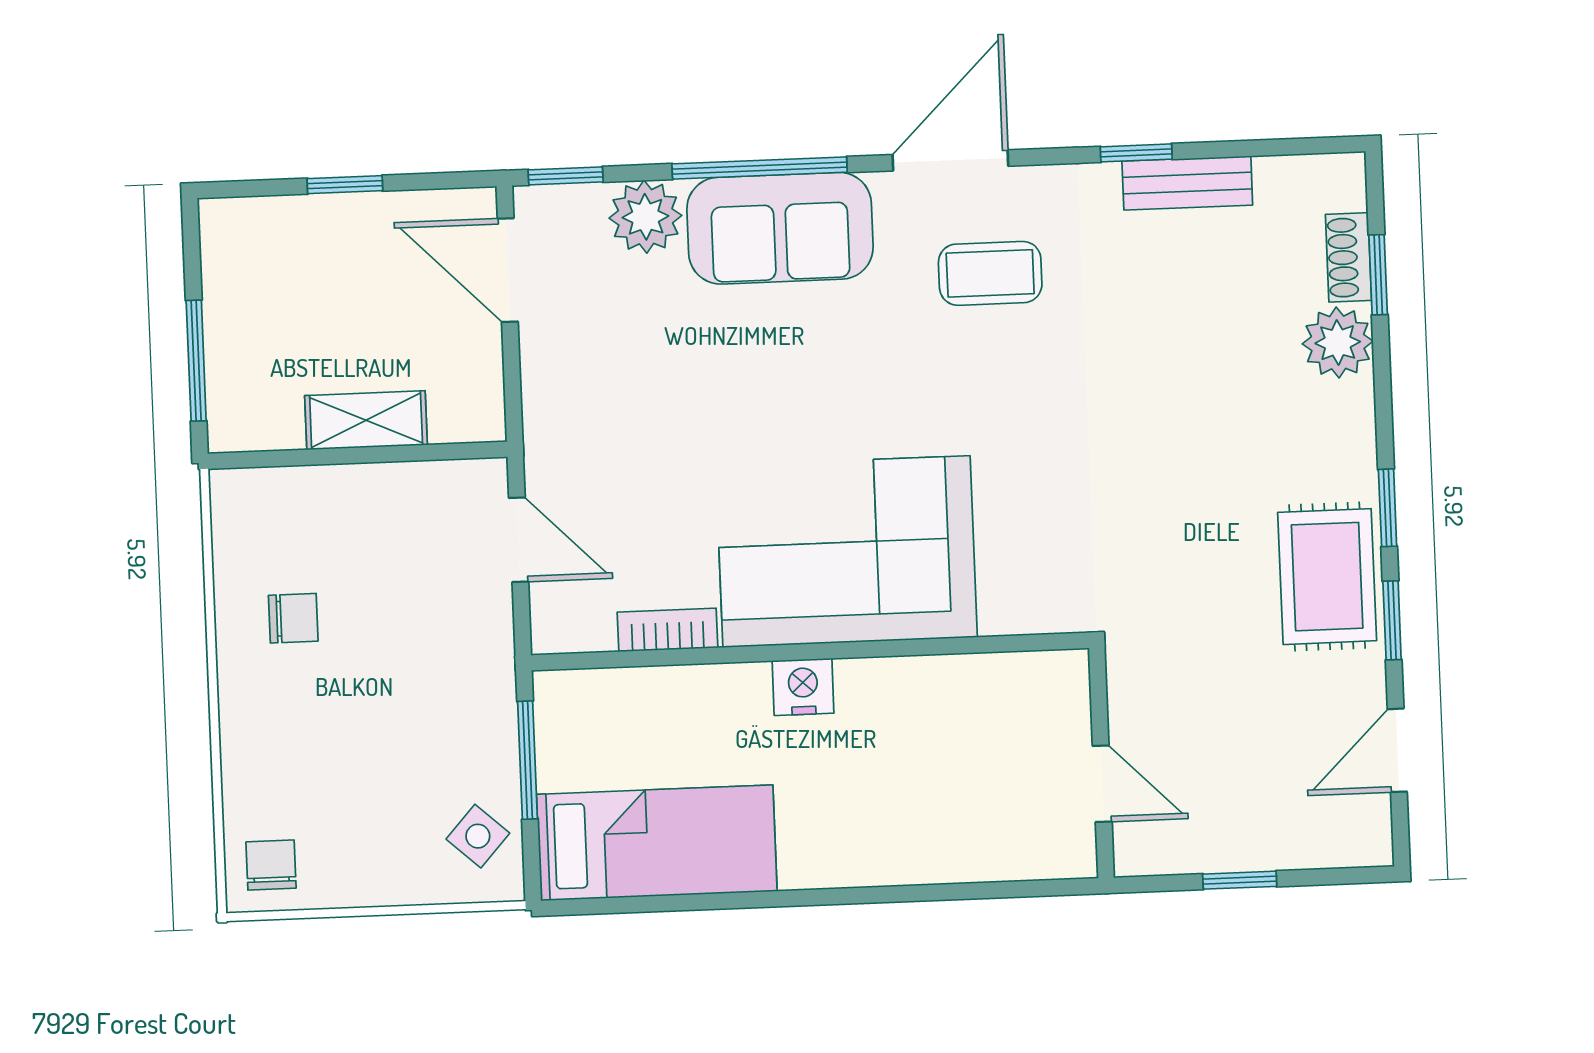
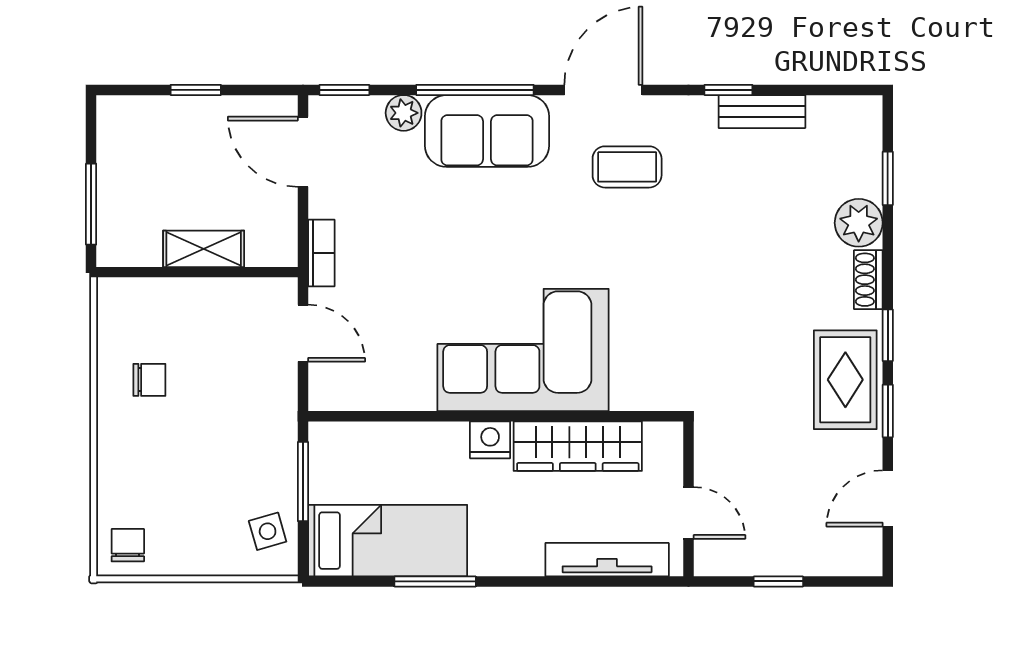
plant: (645, 217) -> (404, 113), width x0.73, depth x0.73
shoe rack: (1349, 257) -> (868, 280), moved
bookcase: (668, 630) -> (321, 253), moved, turned 90
wardrobe: (934, 691) -> (578, 446), added
side table: (478, 836) -> (268, 531), turned 32
tv unit: (984, 858) -> (607, 560), added
window: (730, 901) -> (435, 581), added

